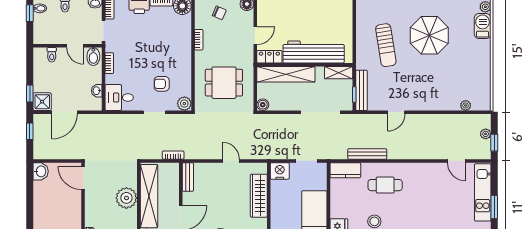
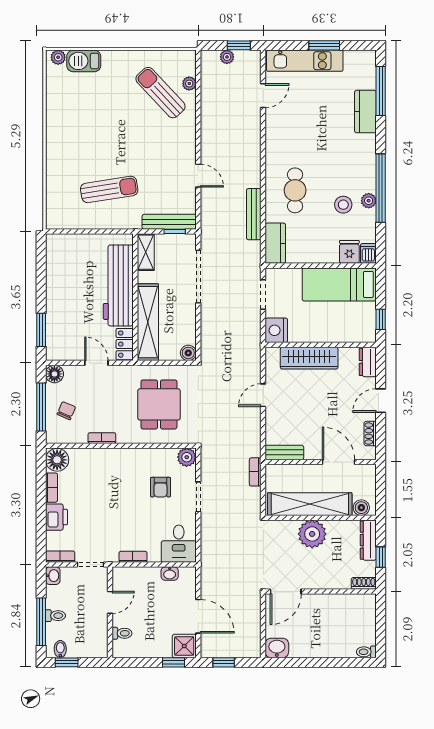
parasol: (429, 35) -> (96, 132), removed
bidet: (93, 56) -> (124, 578), removed
sun lounger: (459, 84) -> (161, 93), added

